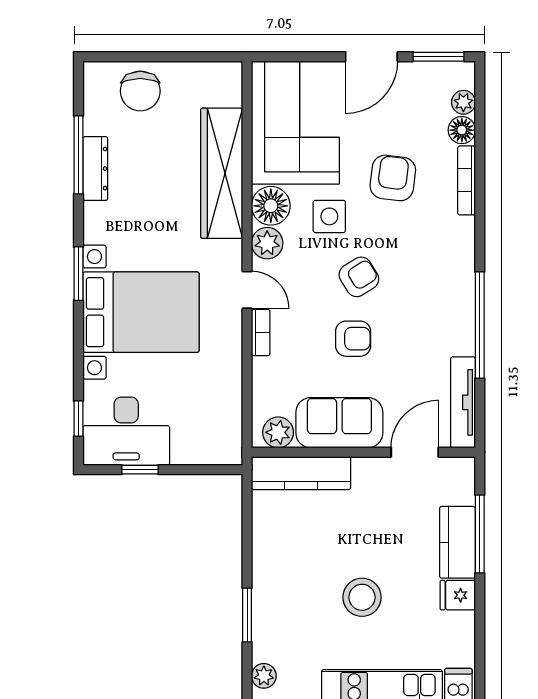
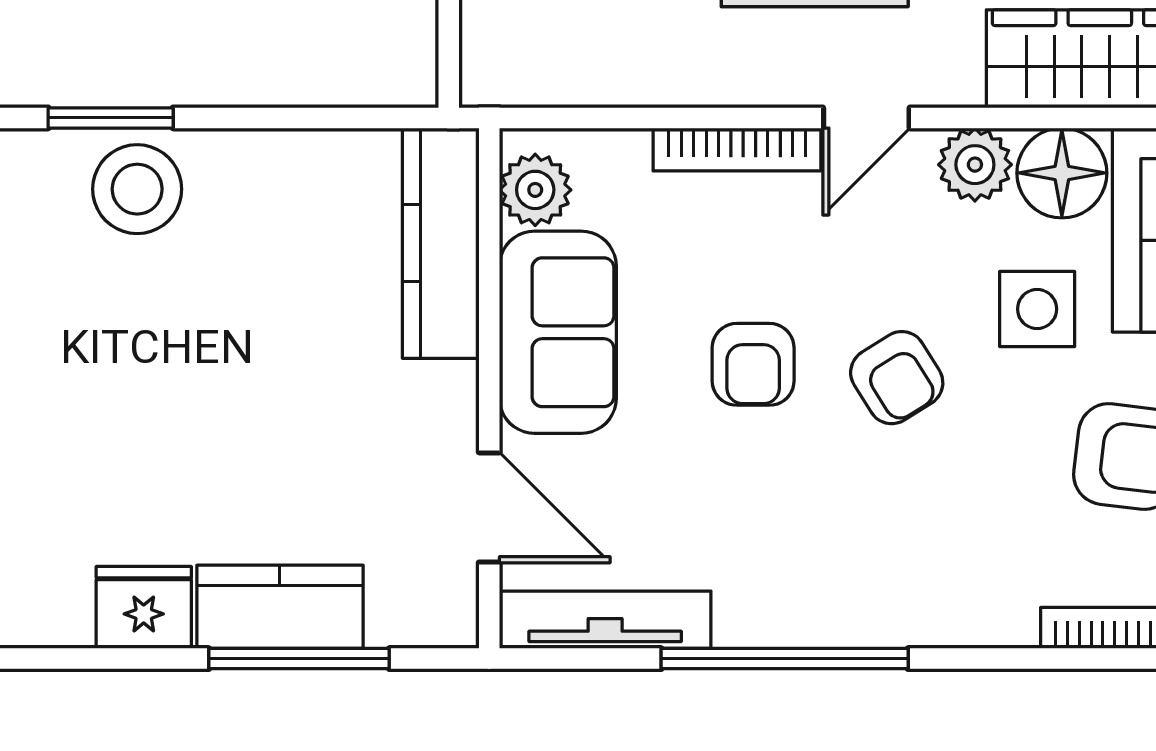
bookcase: (261, 333) -> (737, 150), width x1.56
fridge: (458, 595) -> (144, 607), width x1.38
stool: (362, 597) -> (137, 189), moved

